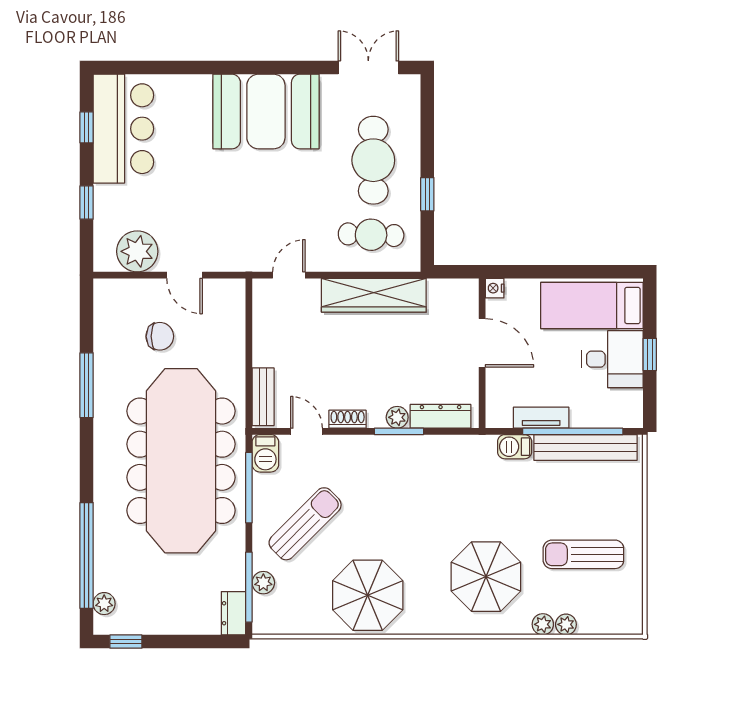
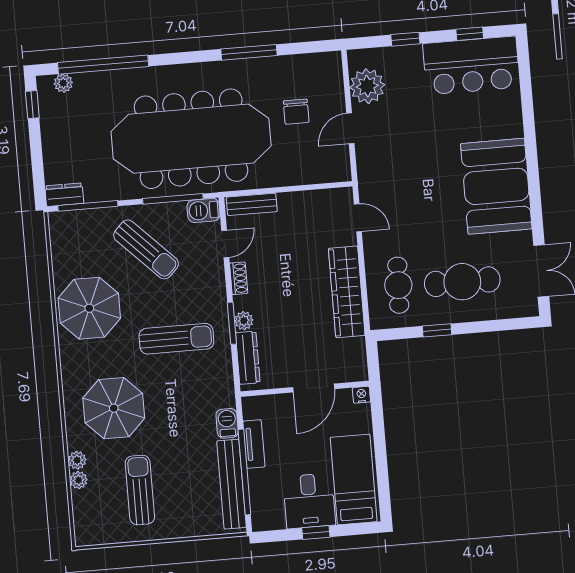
sun lounger: (412, 497) -> (176, 339), added
plant: (263, 583) -> (93, 218), removed

